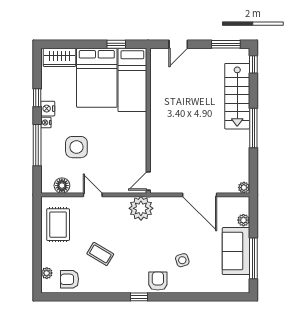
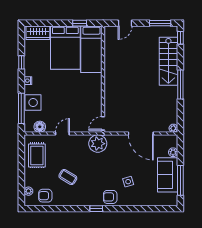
nightstand: (48, 109) -> (29, 70), removed
window: (37, 145) -> (21, 108), moved
side table: (76, 147) -> (33, 103), moved
door: (93, 195) -> (62, 134), hinge flipped
armchair: (158, 281) -> (110, 197), turned -90

